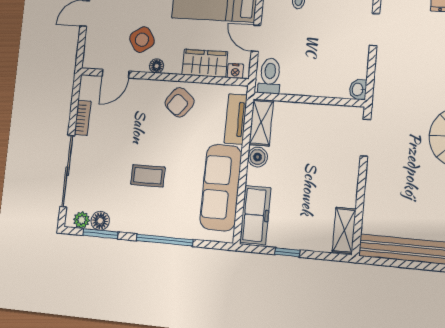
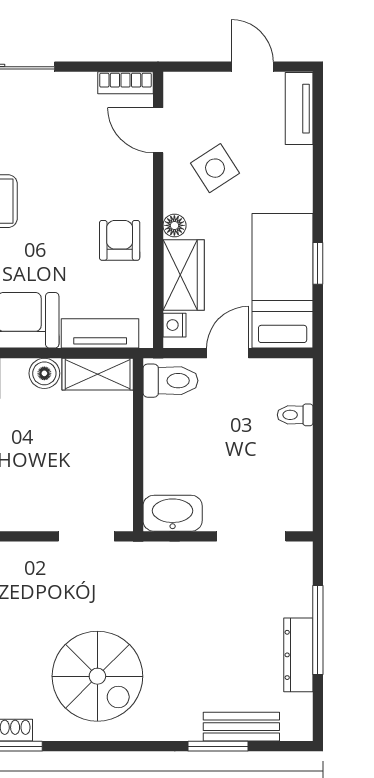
doorway: (375, 30) -> (251, 536), width x1.38
floor lamp: (157, 66) -> (174, 225), moved
washbasin: (358, 89) -> (173, 513), width x1.91, depth x1.45
armchair: (179, 102) -> (120, 240), turned 52
bookcase: (83, 118) -> (126, 83), moved

